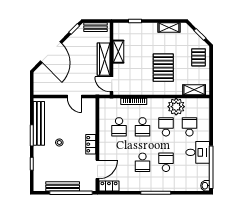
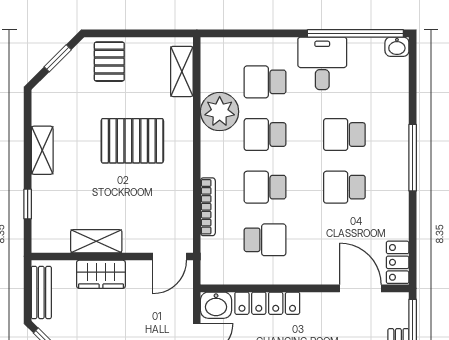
shelving: (169, 27) -> (42, 150), moved
pallet: (199, 57) -> (109, 62), turned 90
wardrobe: (104, 59) -> (101, 274), width x0.67
washbasin: (90, 105) -> (216, 305), added
school desk: (143, 127) -> (265, 187), turned 180
locker: (91, 144) -> (267, 303), moved, width x1.53
school desk: (143, 162) -> (344, 187), turned 180

